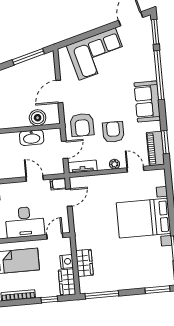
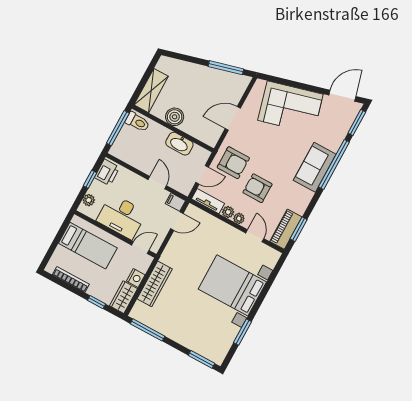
sofa: (147, 101) -> (315, 167), moved
boiler: (38, 118) -> (175, 117), moved
armchair: (82, 125) -> (233, 163), turned -90
armchair: (113, 132) -> (257, 188), turned -90
plant: (103, 165) -> (228, 212), added
wardrobe: (85, 263) -> (155, 284), width x1.50

